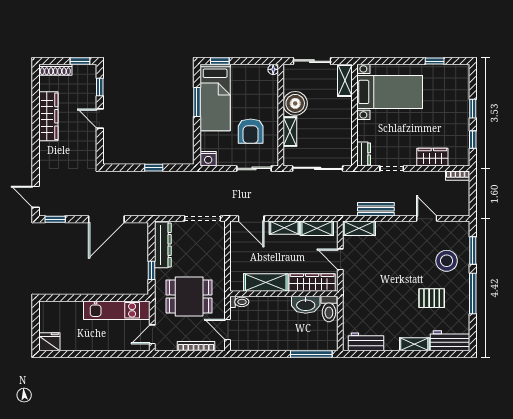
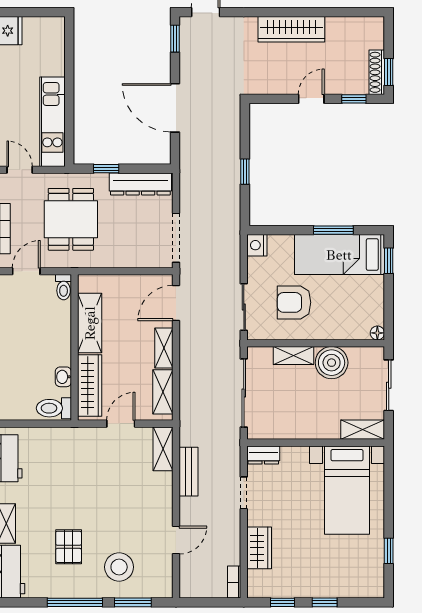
shoe rack: (55, 70) -> (377, 72), moved
wardrobe: (48, 116) -> (291, 29), moved
washbasin: (306, 305) -> (63, 377), width x0.52, depth x0.69

